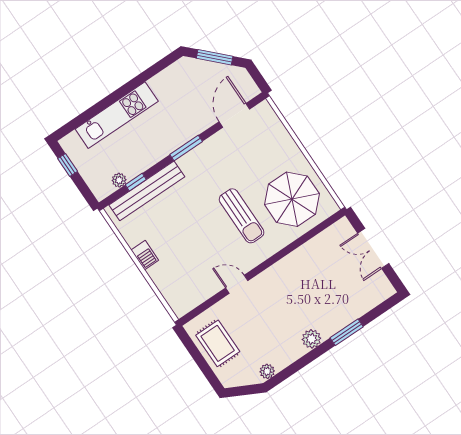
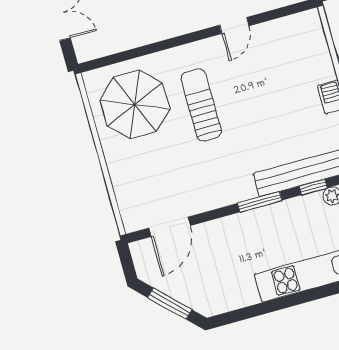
window: (186, 148) -> (260, 202), moved
door: (237, 284) -> (234, 25), hinge flipped

